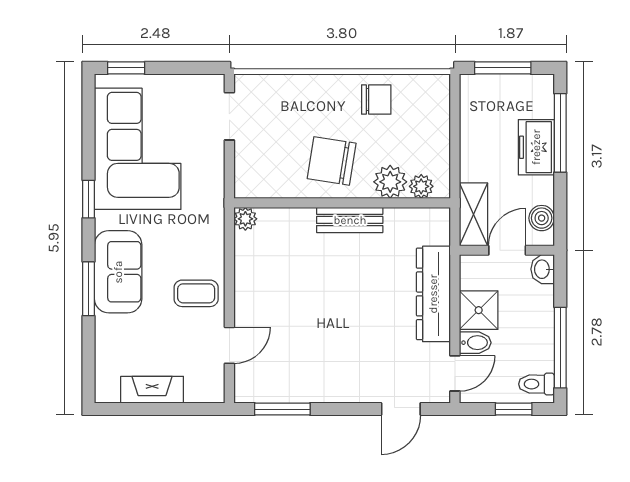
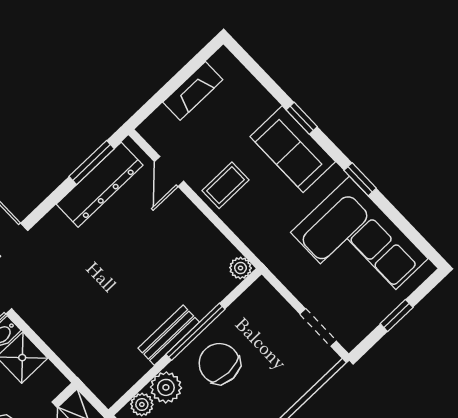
window: (126, 68) -> (397, 316), moved
chair: (332, 161) -> (219, 364), turned -99
window: (327, 203) -> (196, 332), added
window: (88, 289) -> (302, 118), width x0.67
dresser: (433, 294) -> (100, 185), moved, turned 90

